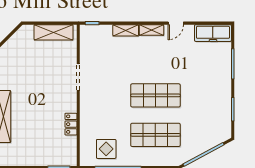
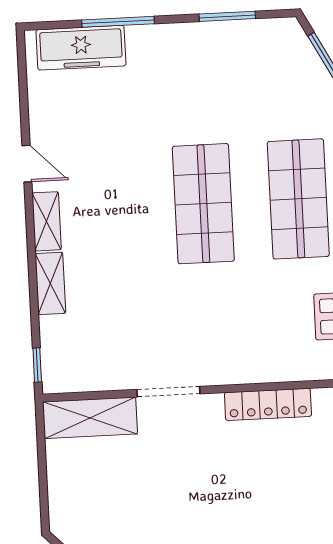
shelving: (54, 32) -> (90, 418), moved, turned 90
freezer: (213, 33) -> (81, 48), moved, turned 90
locker: (71, 124) -> (268, 404), width x1.53

